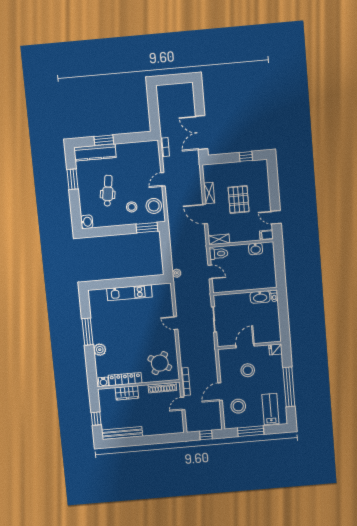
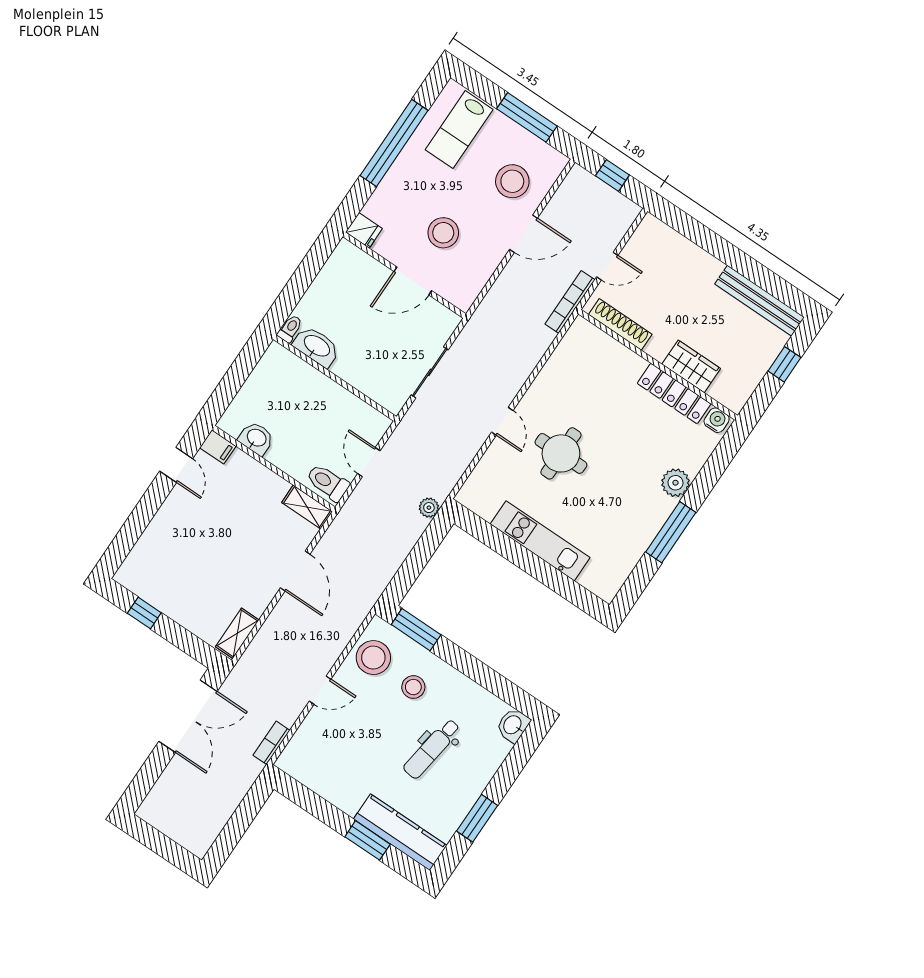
shelving: (209, 193) -> (237, 633), moved
pallet: (239, 200) -> (217, 549), removed
round table: (160, 363) -> (561, 453), moved, turned -32

